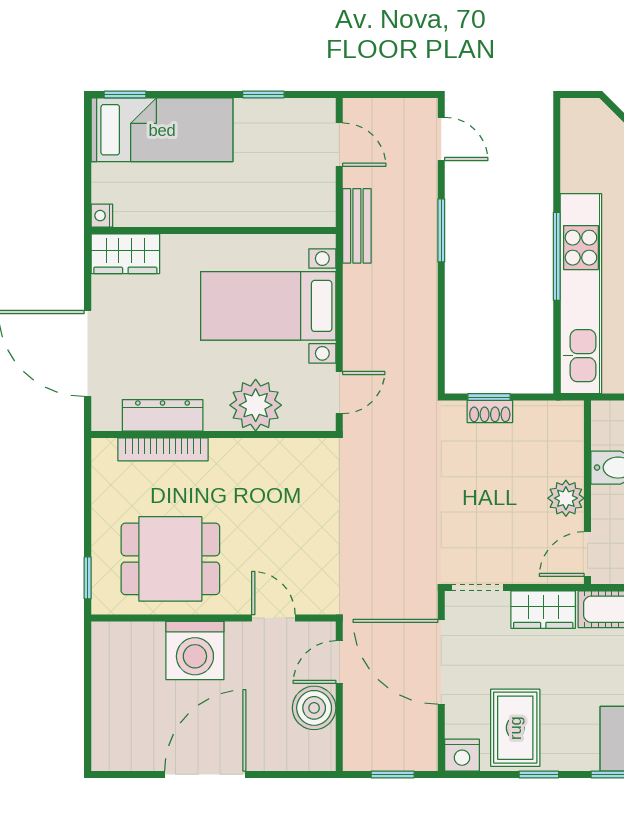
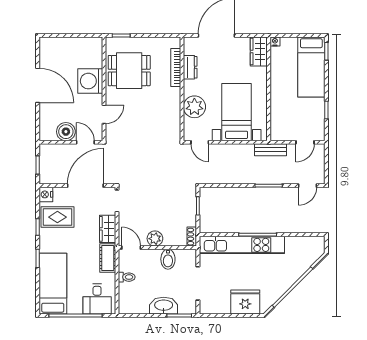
shoe rack: (490, 411) -> (192, 237), moved
dresser: (163, 415) -> (190, 67), width x0.70
dining table: (170, 559) -> (129, 71), turned 90

